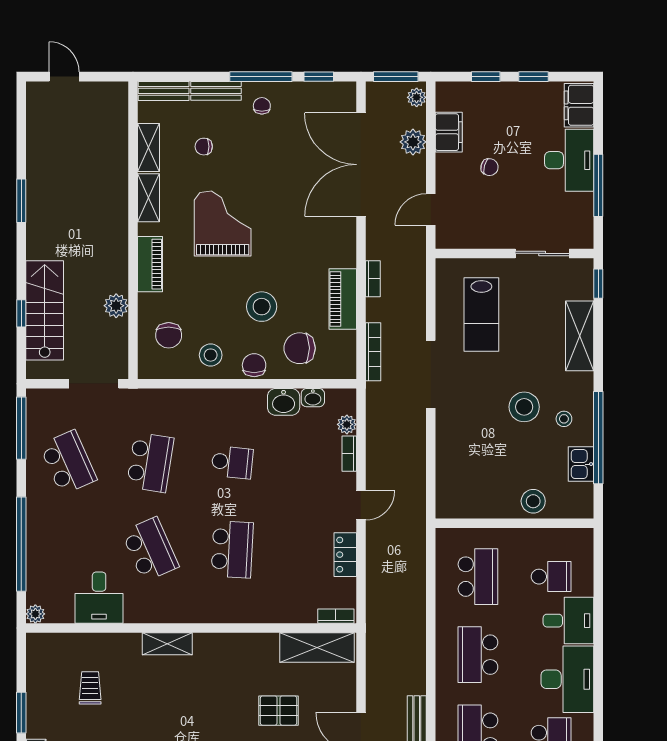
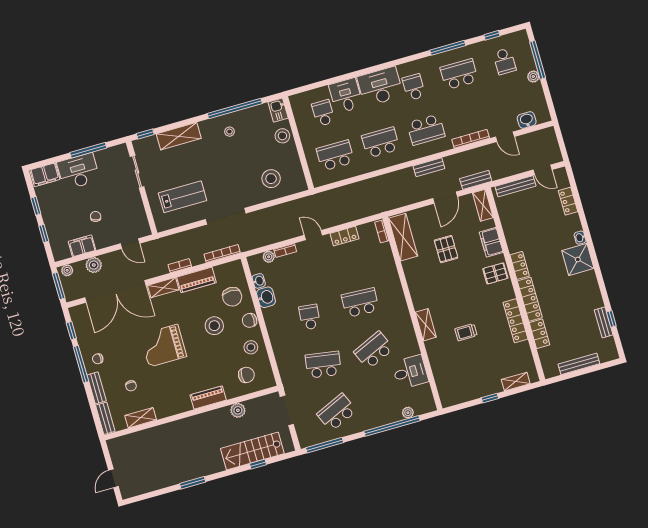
shelving: (148, 198) -> (163, 288), moved
grand piano: (223, 224) -> (163, 346), moved
stool: (524, 407) -> (271, 179), moved
kitchen sink: (581, 464) -> (278, 110), moved, turned 90
plant: (35, 614) -> (408, 413), moved
school desk: (478, 655) -> (381, 143), turned 180
trolley: (90, 688) -> (466, 332), moved
window: (21, 713) -> (490, 398), width x0.67

